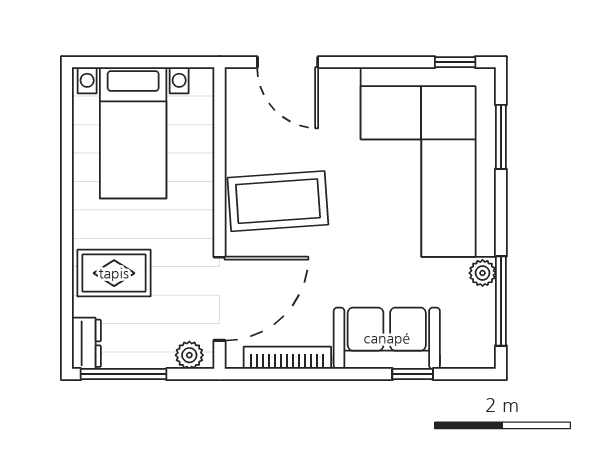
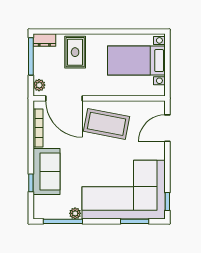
coffee table: (278, 201) -> (107, 124), turned -75

